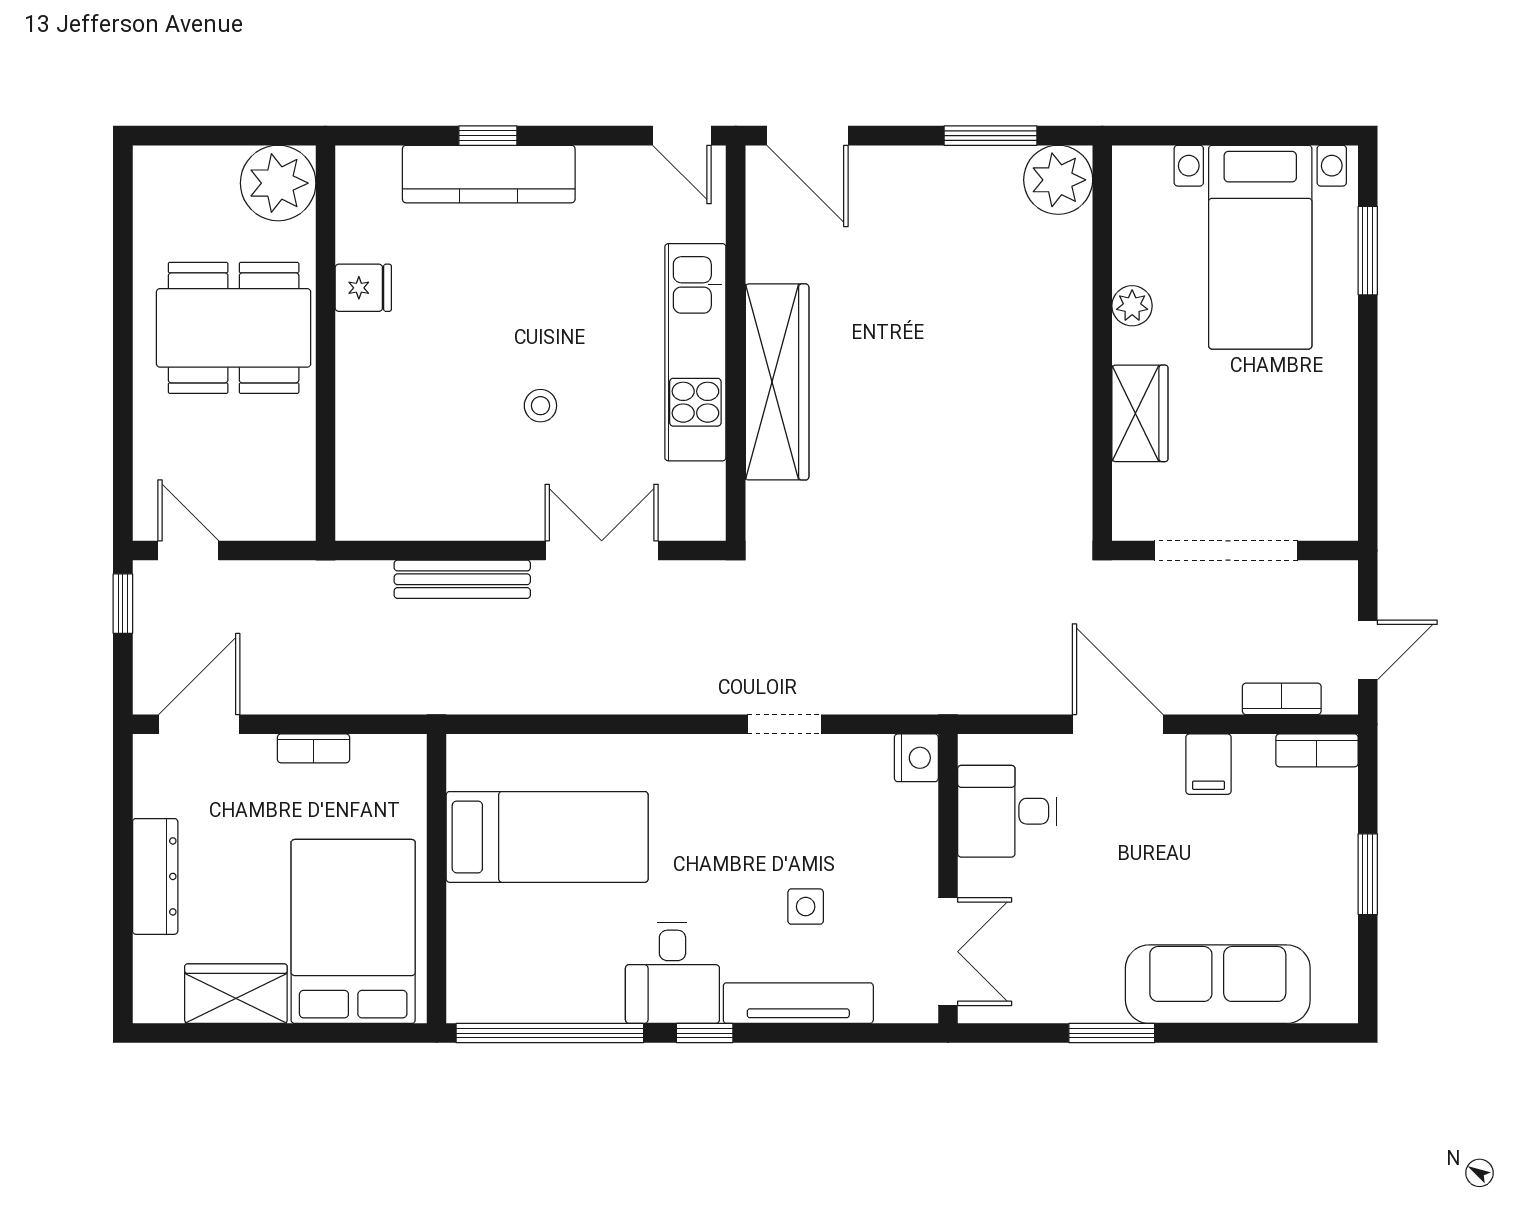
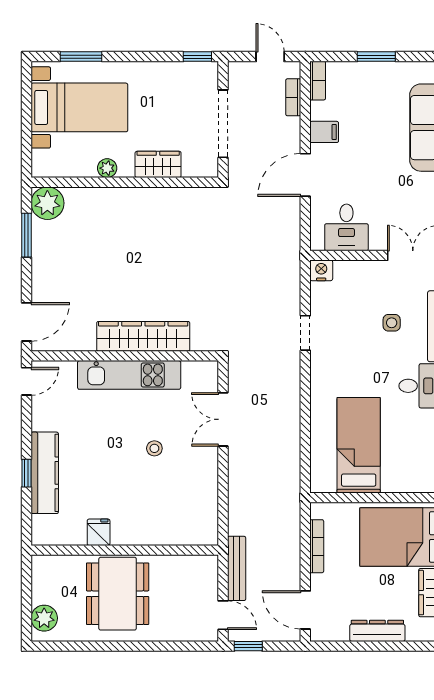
plant: (278, 183) -> (44, 618), moved, width x0.73, depth x0.73
window: (1368, 497) -> (197, 57), added
door: (188, 551) -> (223, 615), swing flipped
bench: (462, 579) -> (237, 568), moved
bookcase: (314, 748) -> (317, 546), width x1.56

